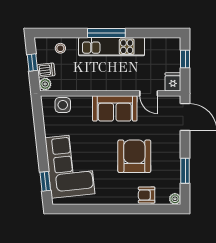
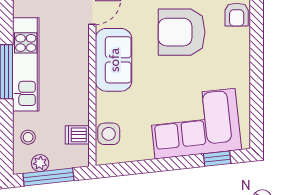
window: (32, 63) -> (48, 177), width x2.17
dishwasher: (46, 70) -> (77, 135), moved, turned -84
plant: (45, 84) -> (40, 163), moved

